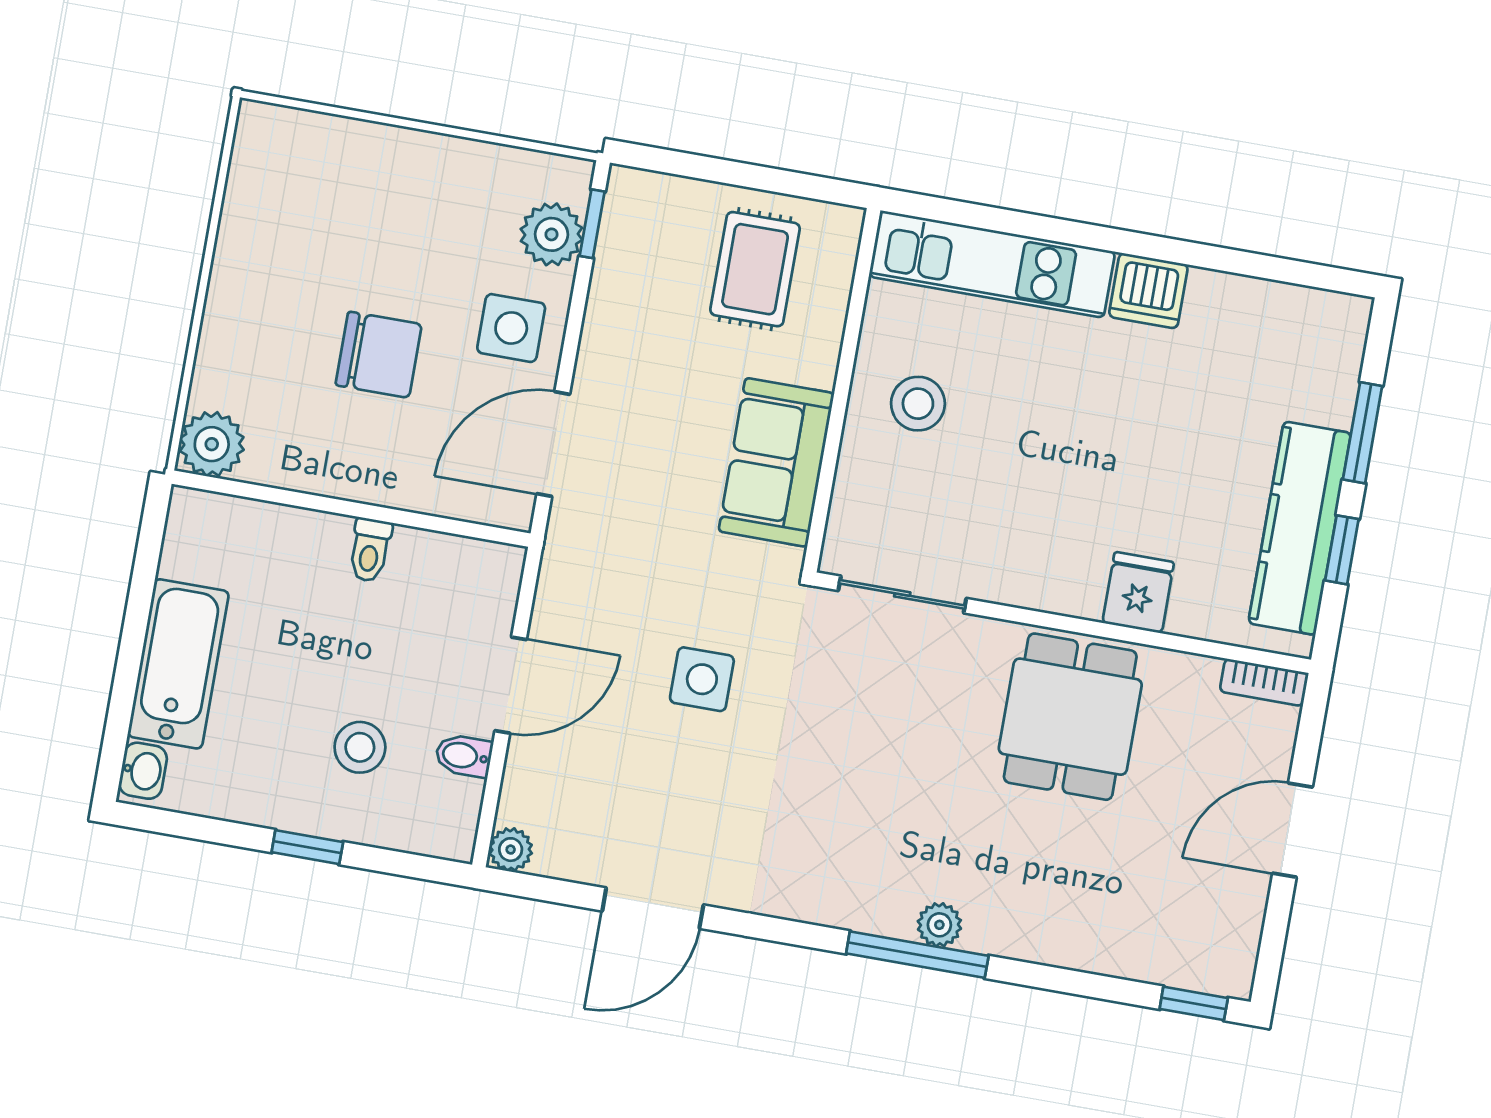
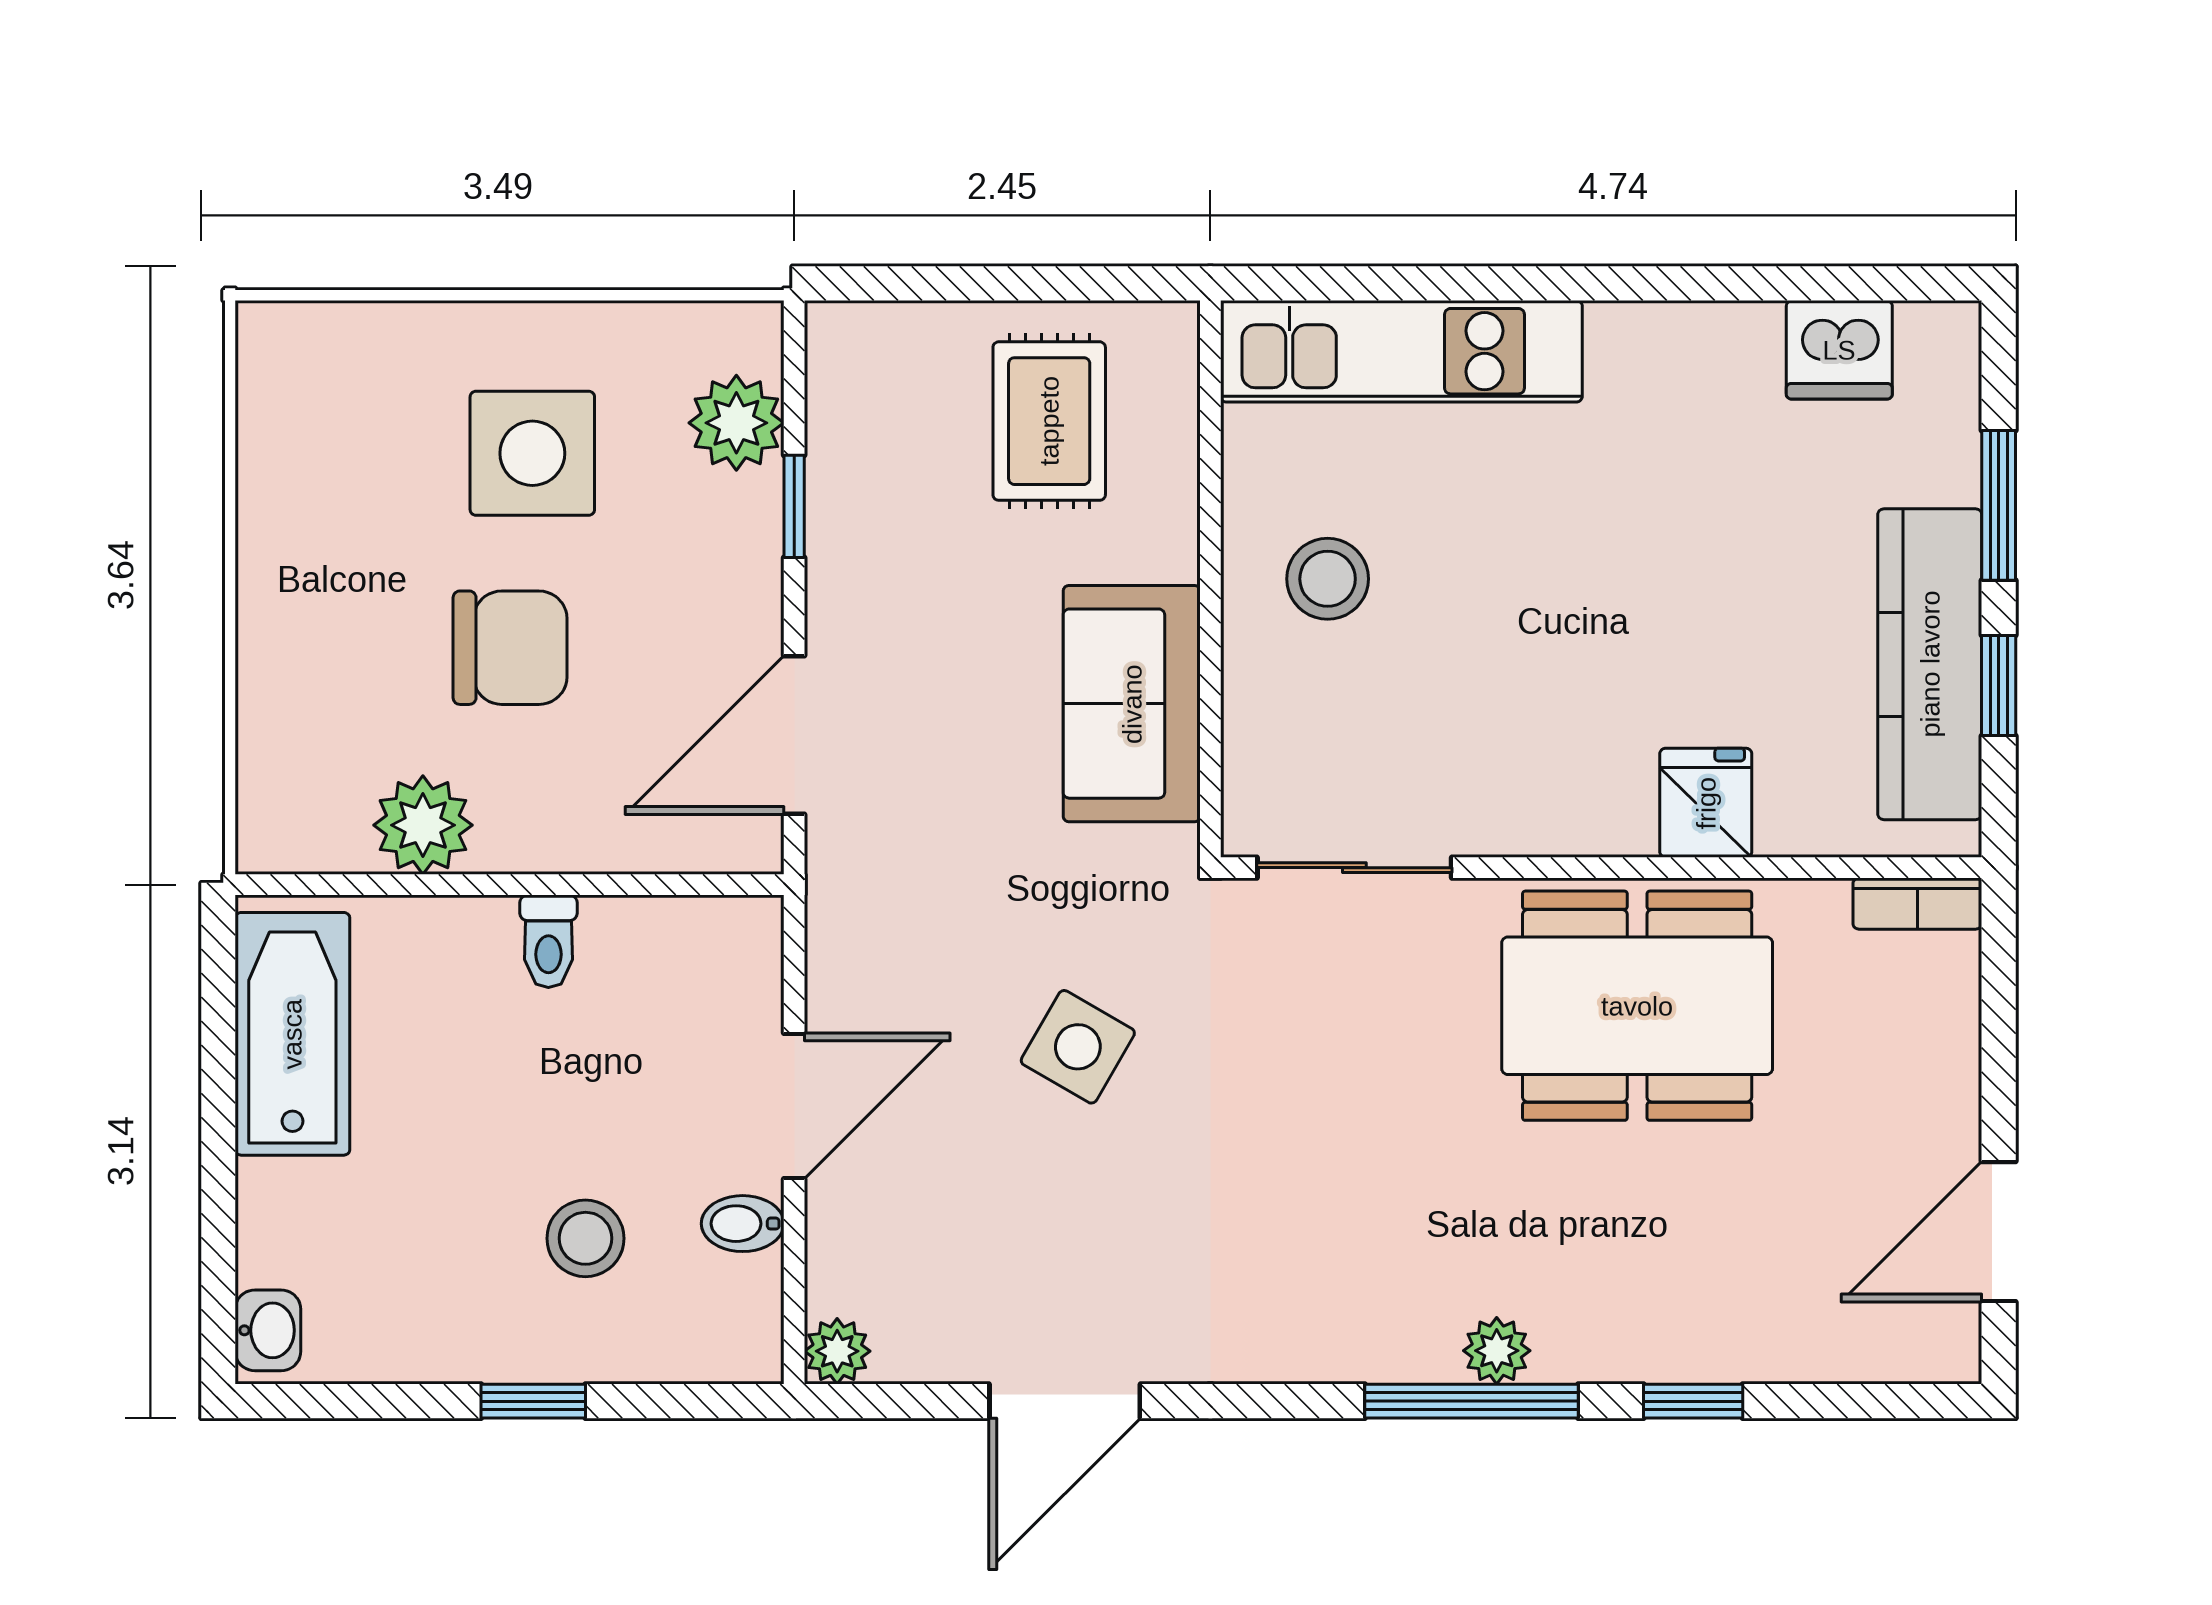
window: (592, 224) -> (794, 506), moved
dishwasher: (1148, 291) -> (1839, 350), moved
side table: (511, 328) -> (532, 453), moved, width x1.37, depth x1.37
plant: (212, 444) -> (423, 825), moved
bathtub: (178, 664) -> (292, 1034), moved
side table: (702, 679) -> (1078, 1047), turned 30
dining table: (1070, 717) -> (1637, 1006), width x1.38
door: (1292, 830) -> (1999, 1232), moved
window: (1194, 1003) -> (1693, 1401), moved

